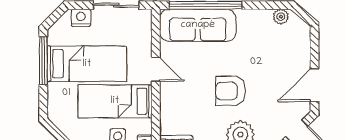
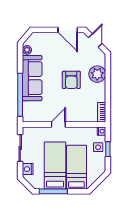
sofa: (198, 25) -> (32, 78), moved
bed: (115, 101) -> (76, 167), moved, turned 180

